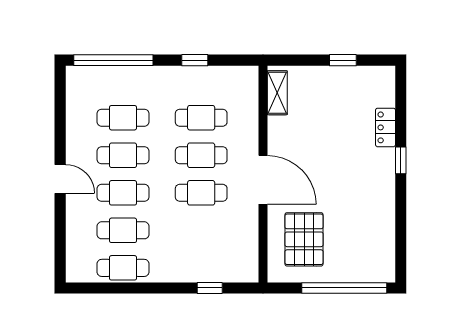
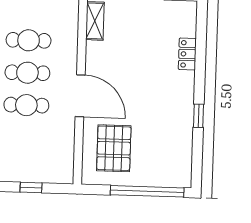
window: (401, 160) -> (198, 116), moved

